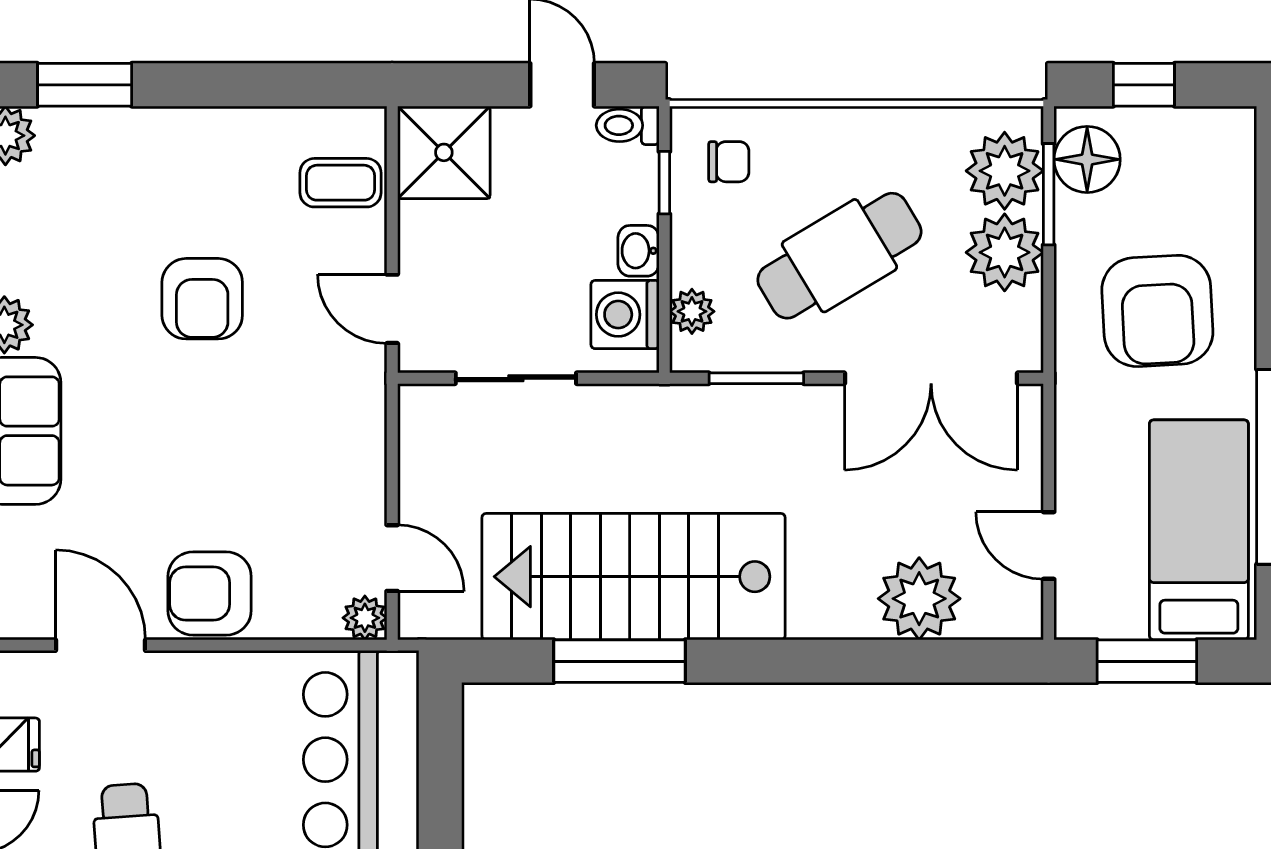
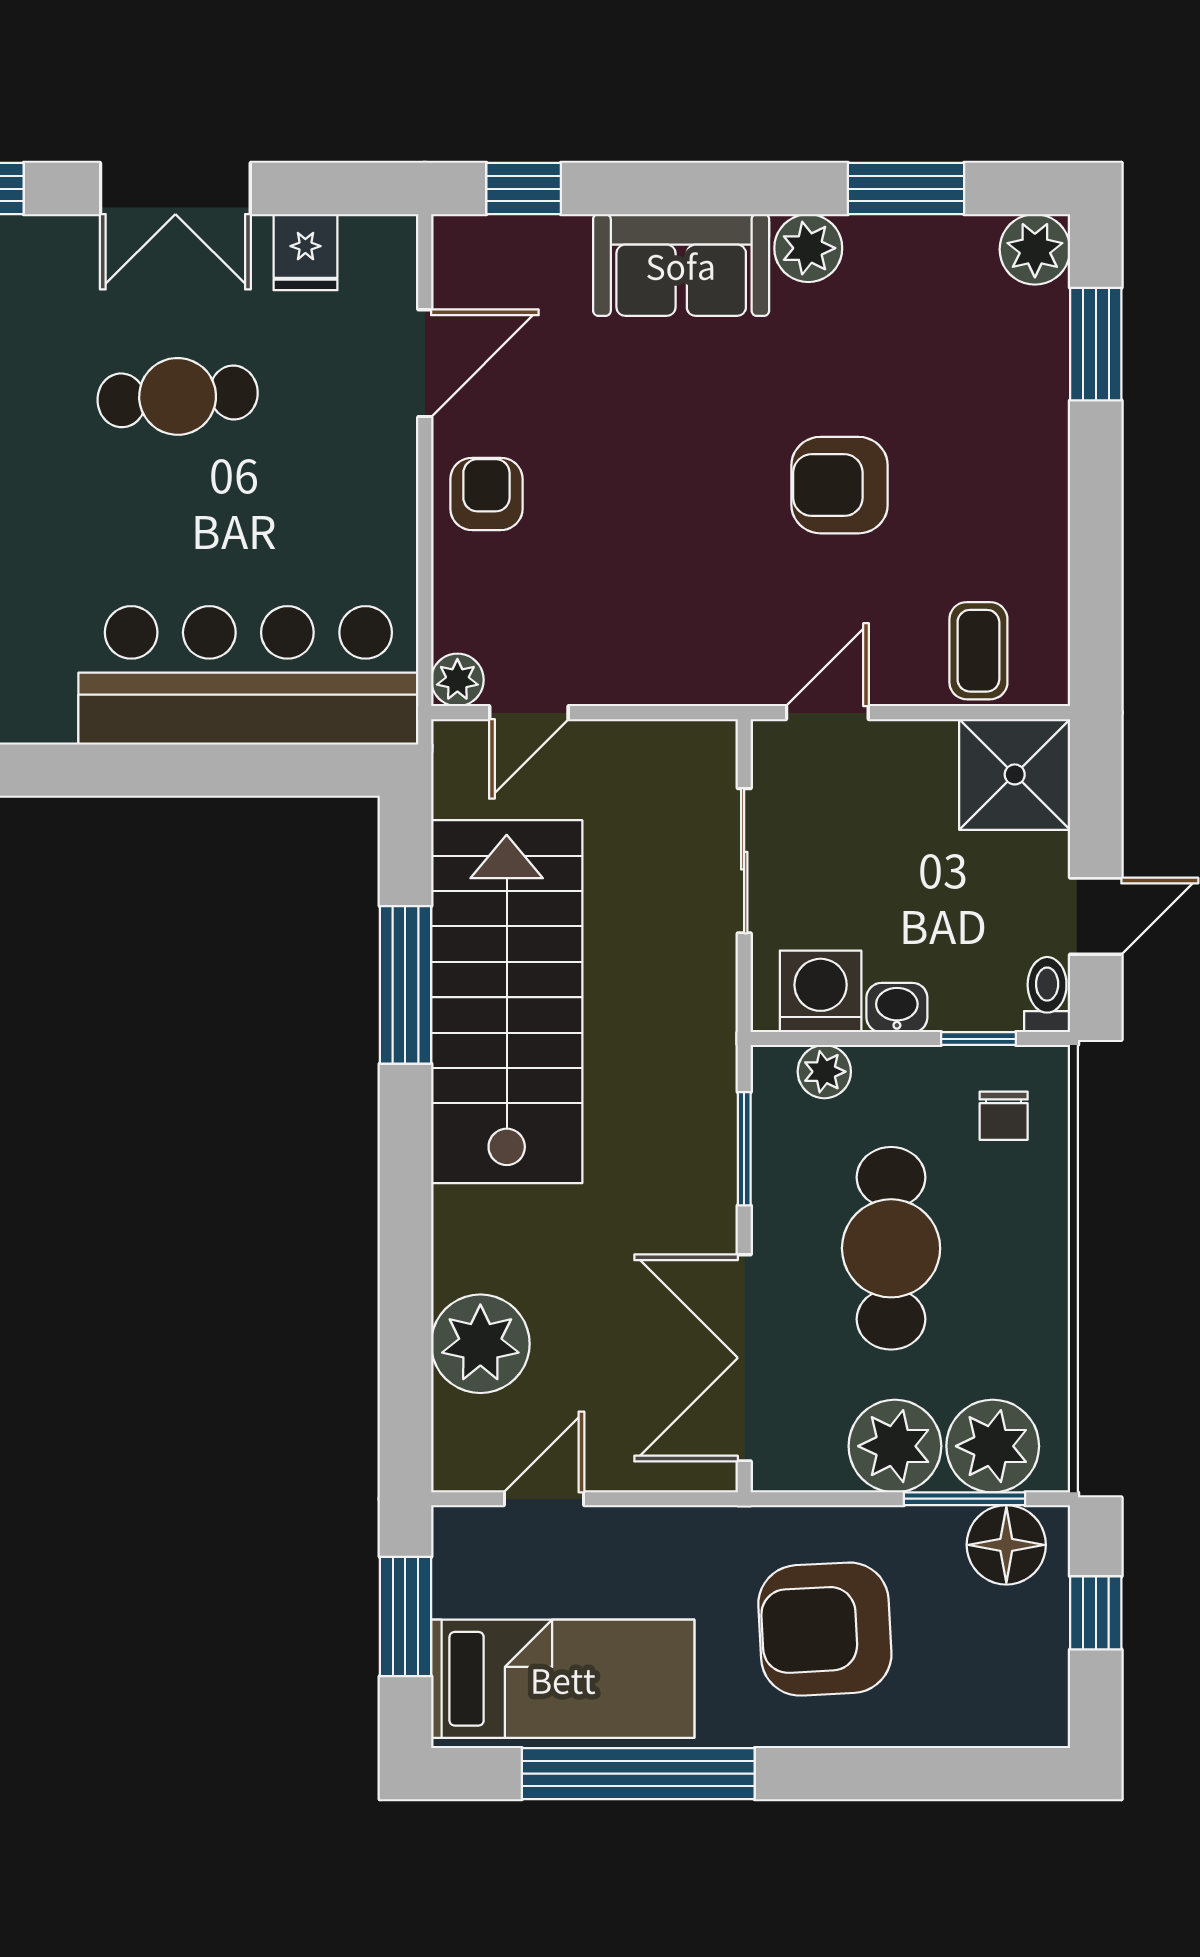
cafe table: (839, 256) -> (891, 1248), turned 31
armchair: (210, 593) -> (486, 494), width x0.72, depth x0.72

